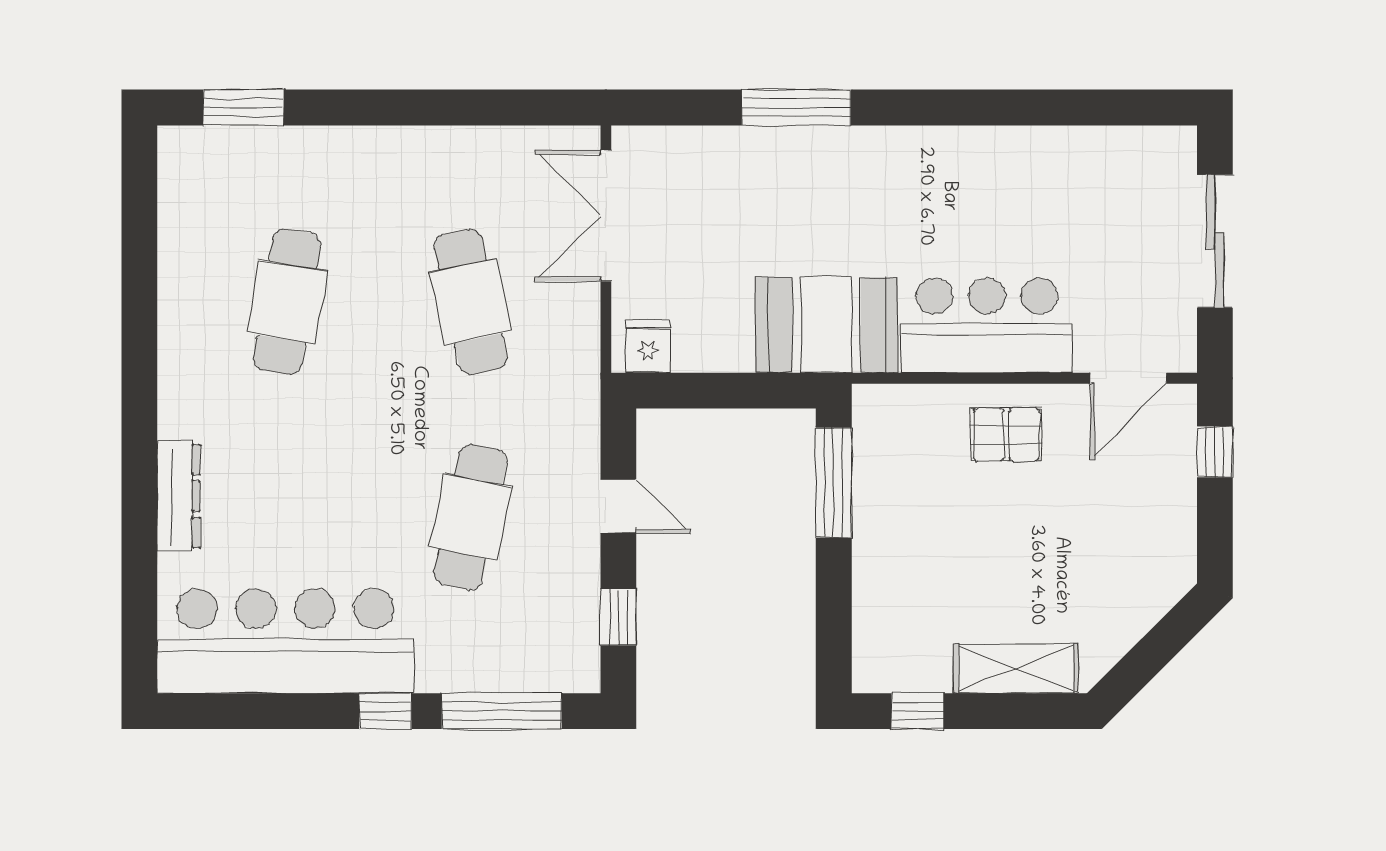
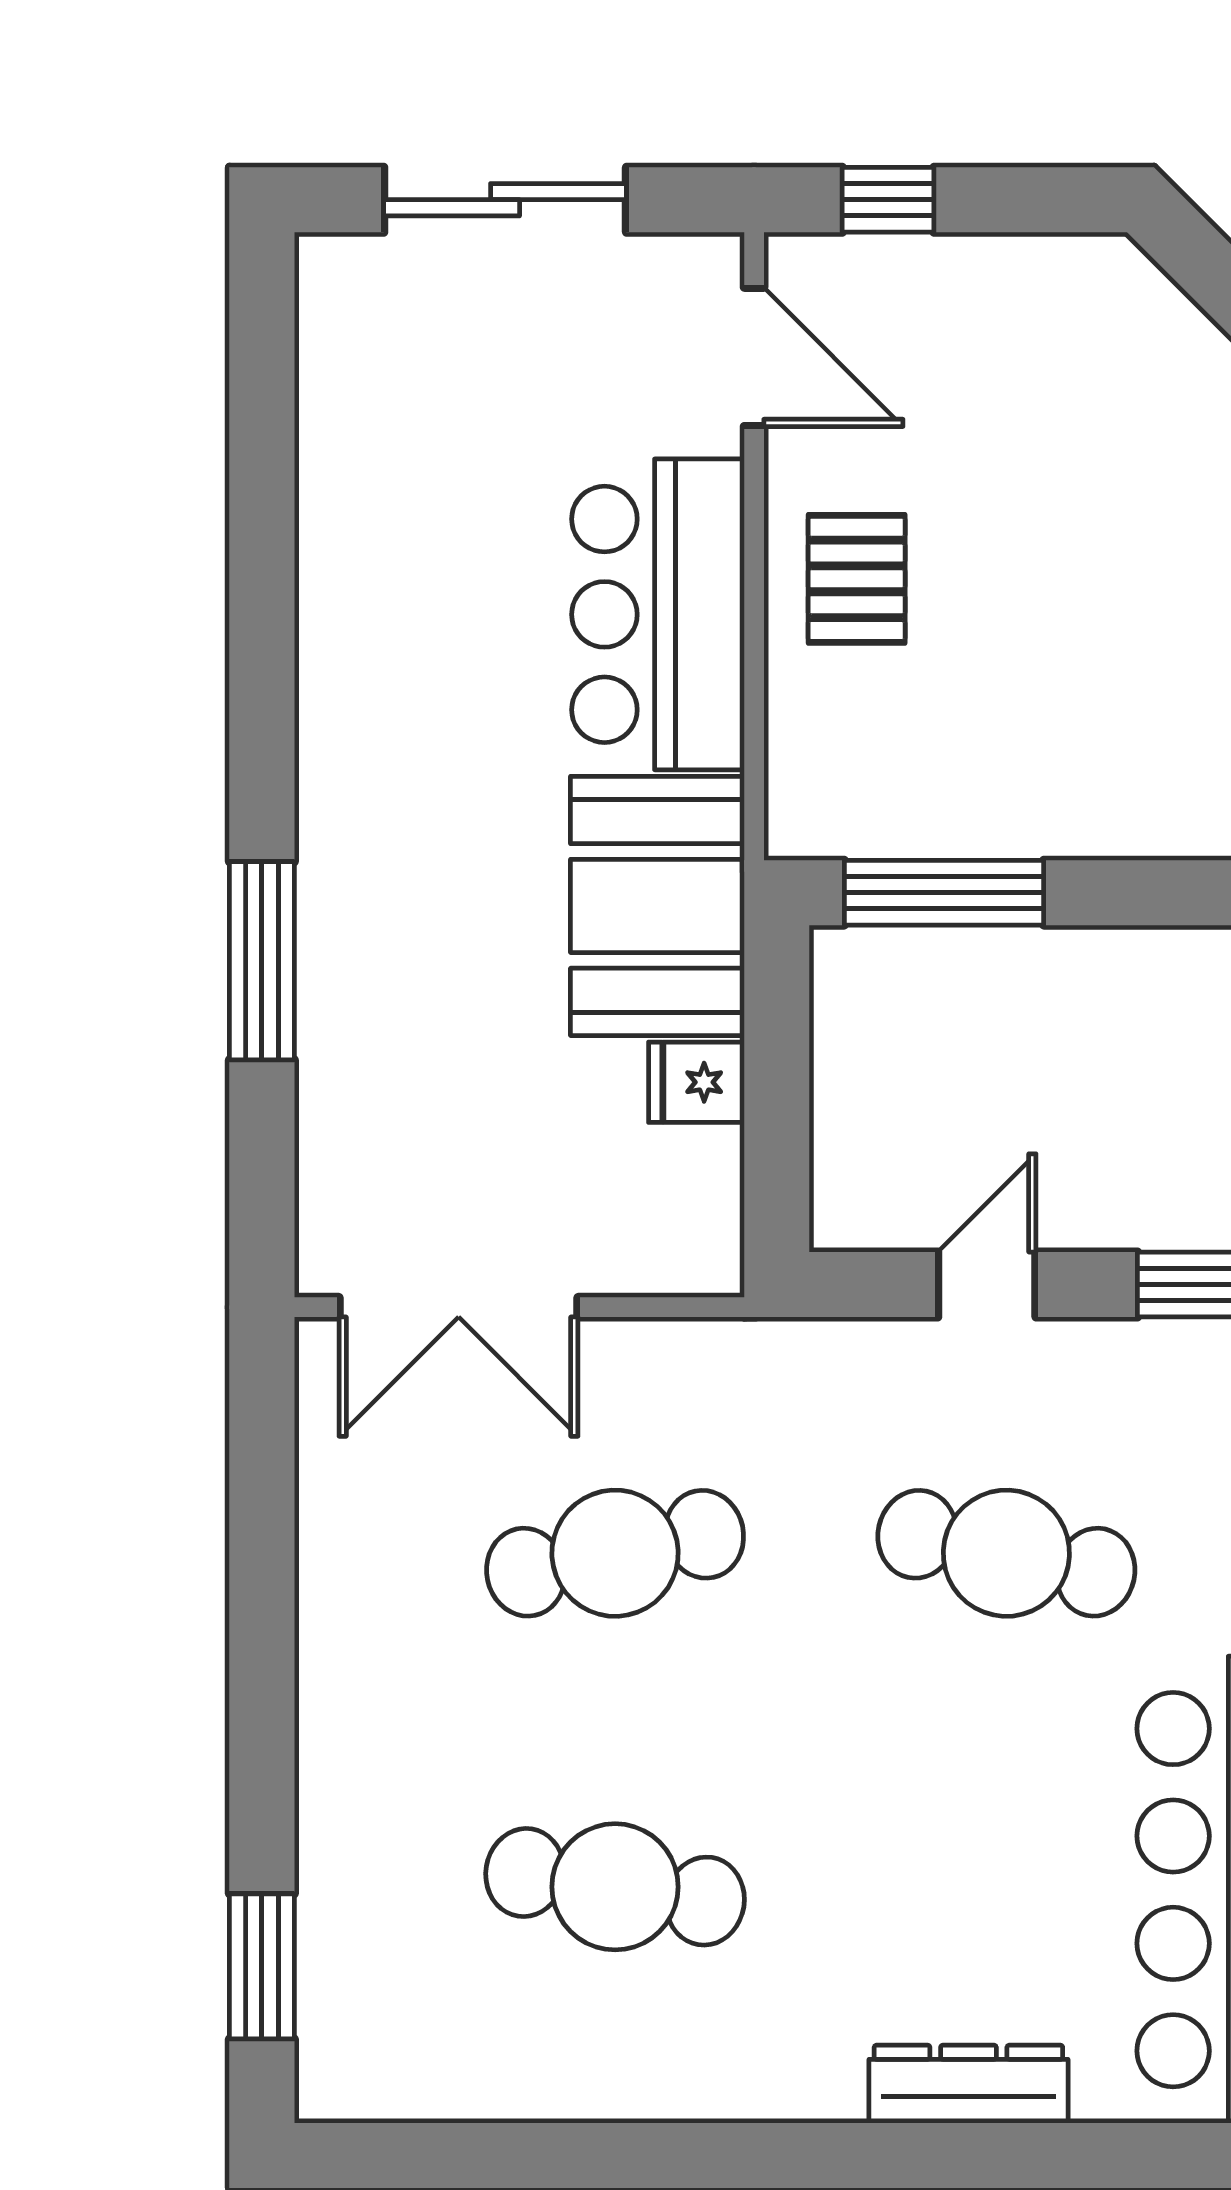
fridge: (648, 346) -> (696, 1082), moved

